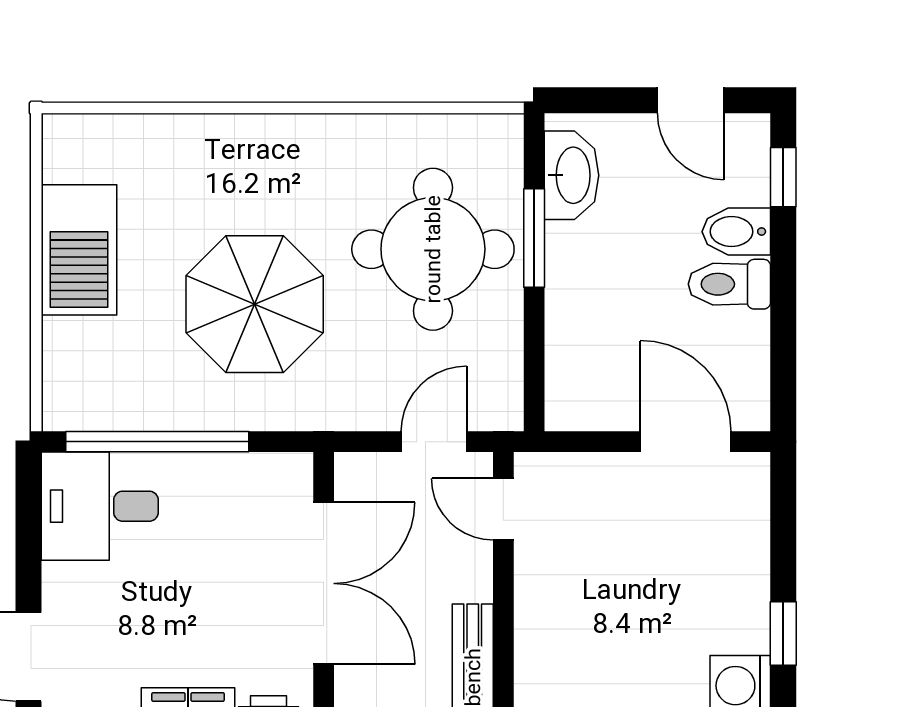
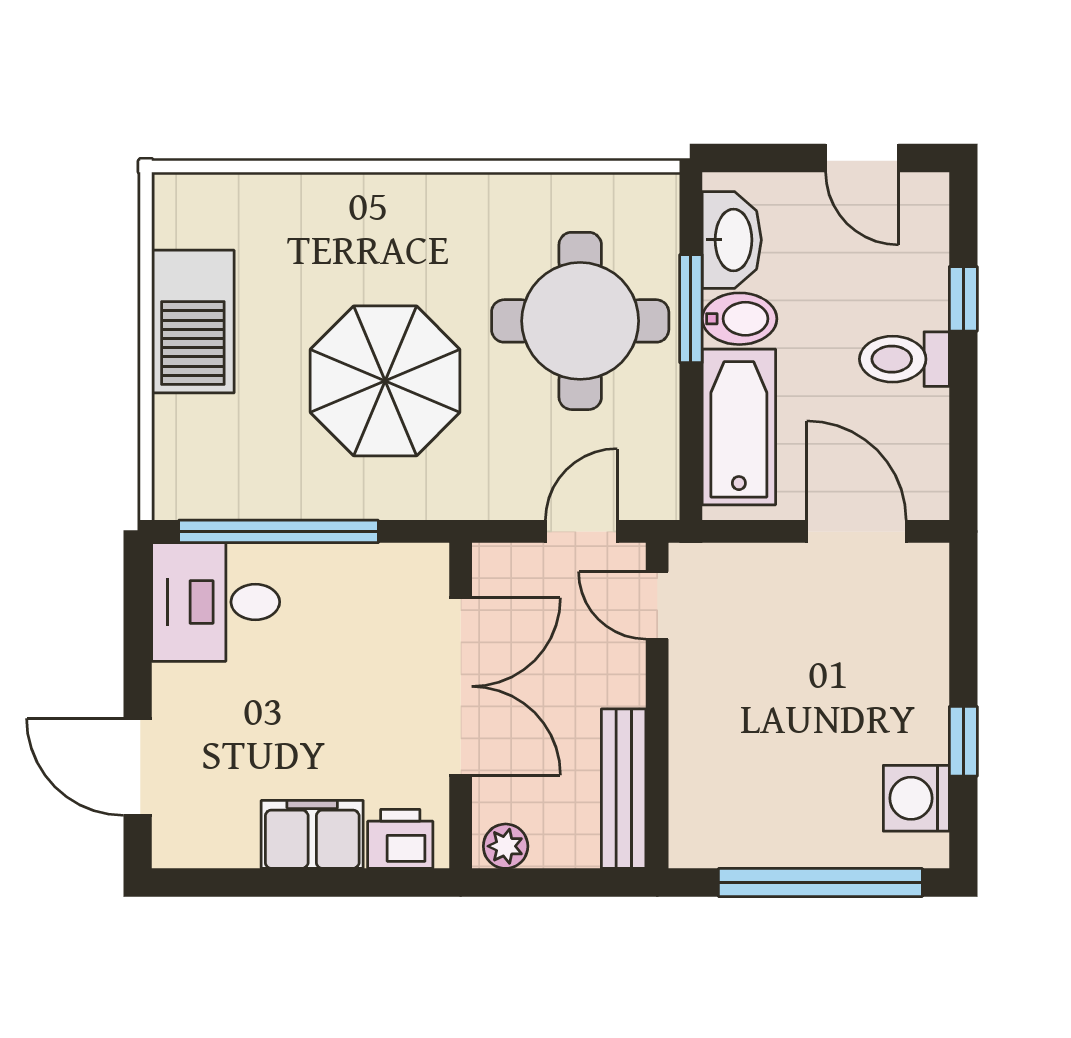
window: (783, 177) -> (963, 299), moved
bidet: (736, 232) -> (739, 319), moved, turned 180
bathtub: (578, 346) -> (739, 427), added

